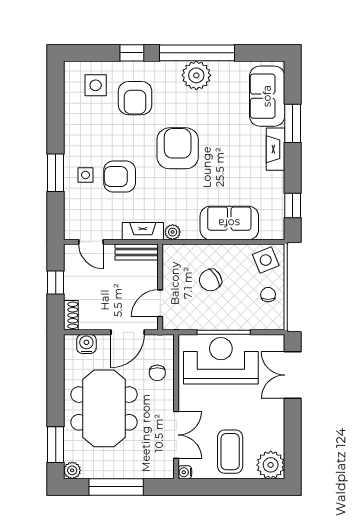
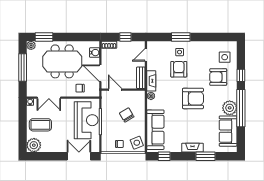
sofa: (267, 96) -> (228, 131), moved, turned -90
sofa: (229, 223) -> (155, 130), width x1.36

